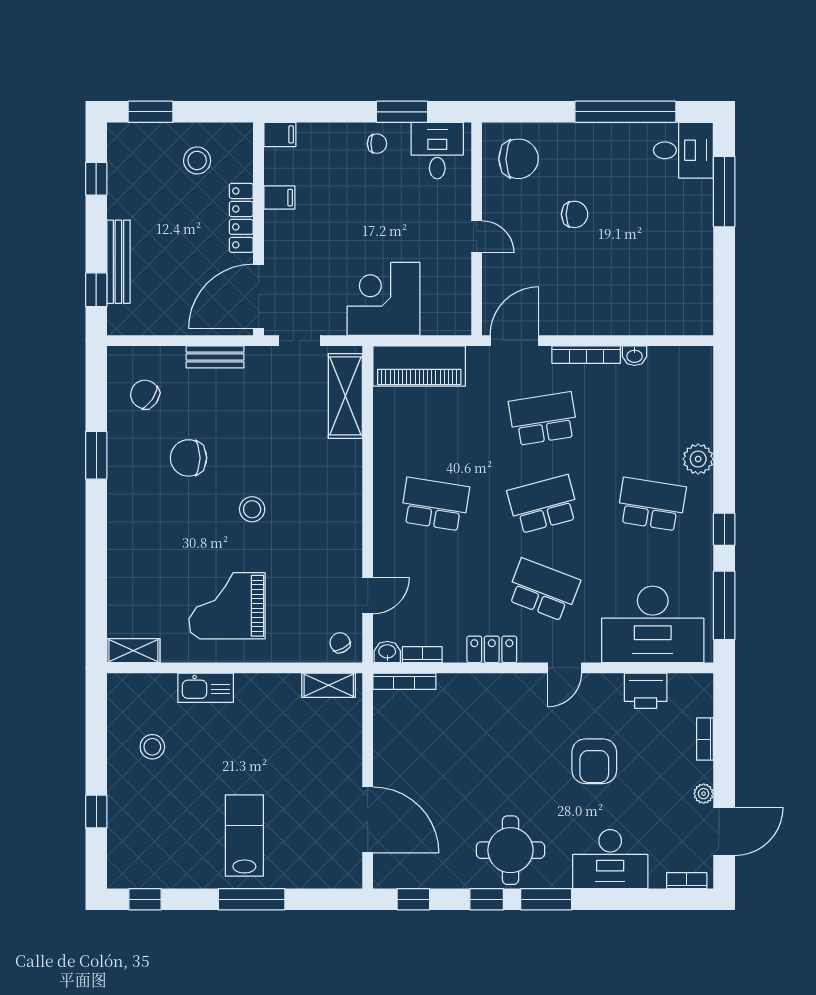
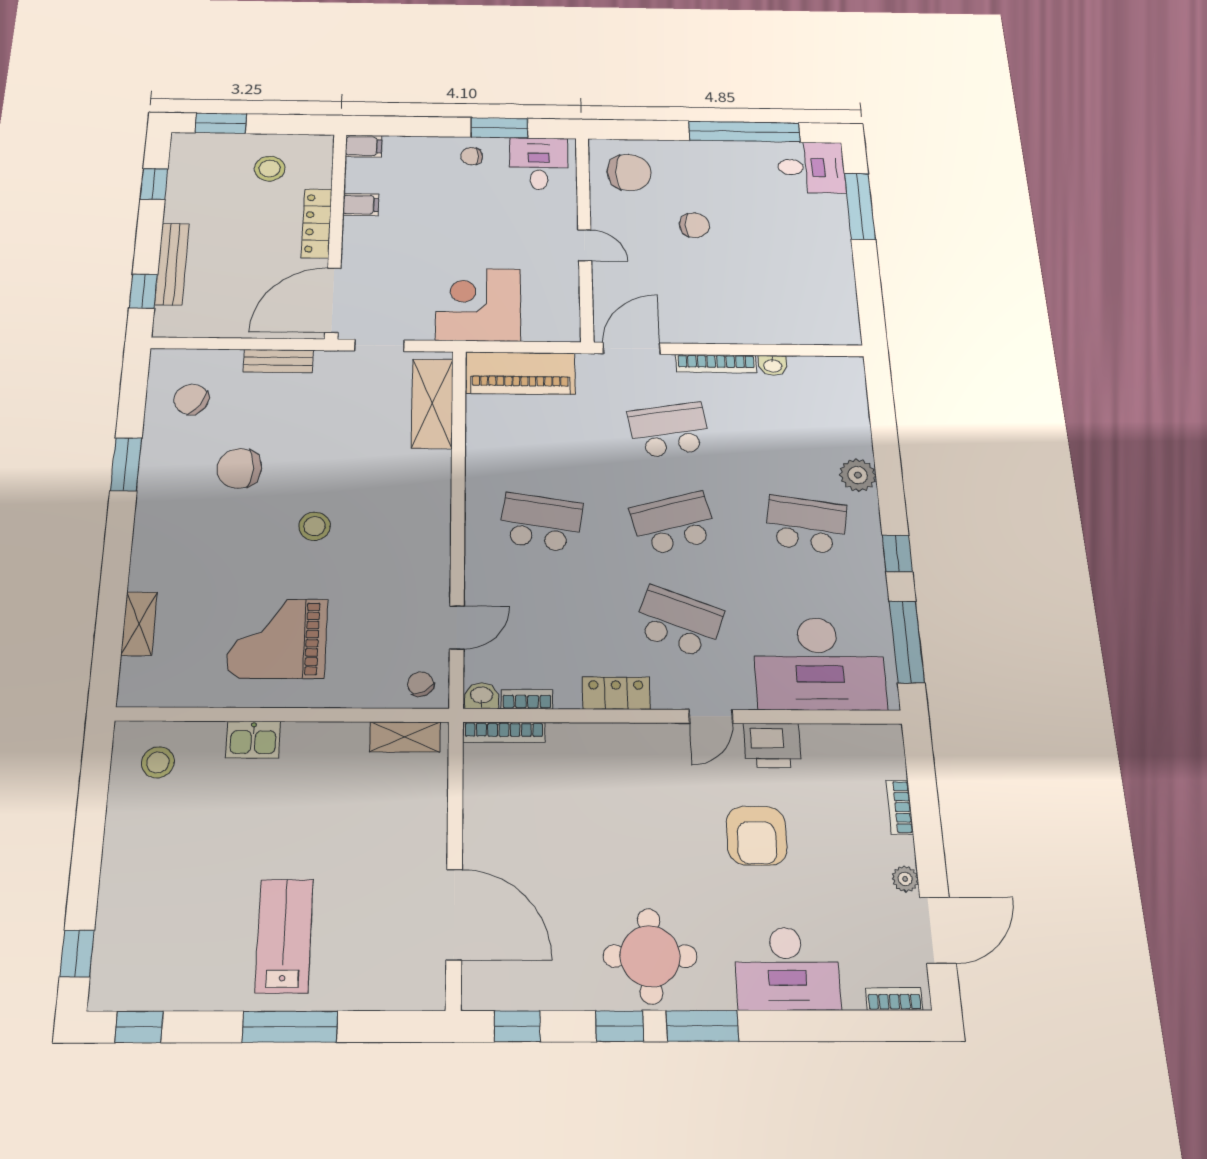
chair: (377, 144) -> (472, 156), turned 180
shelving: (133, 651) -> (139, 624), moved, turned 90
kitchen sink: (206, 688) -> (253, 740), width x0.73
printer: (646, 691) -> (772, 745), moved
stool: (152, 747) -> (158, 762), moved
window: (96, 812) -> (77, 954), moved

